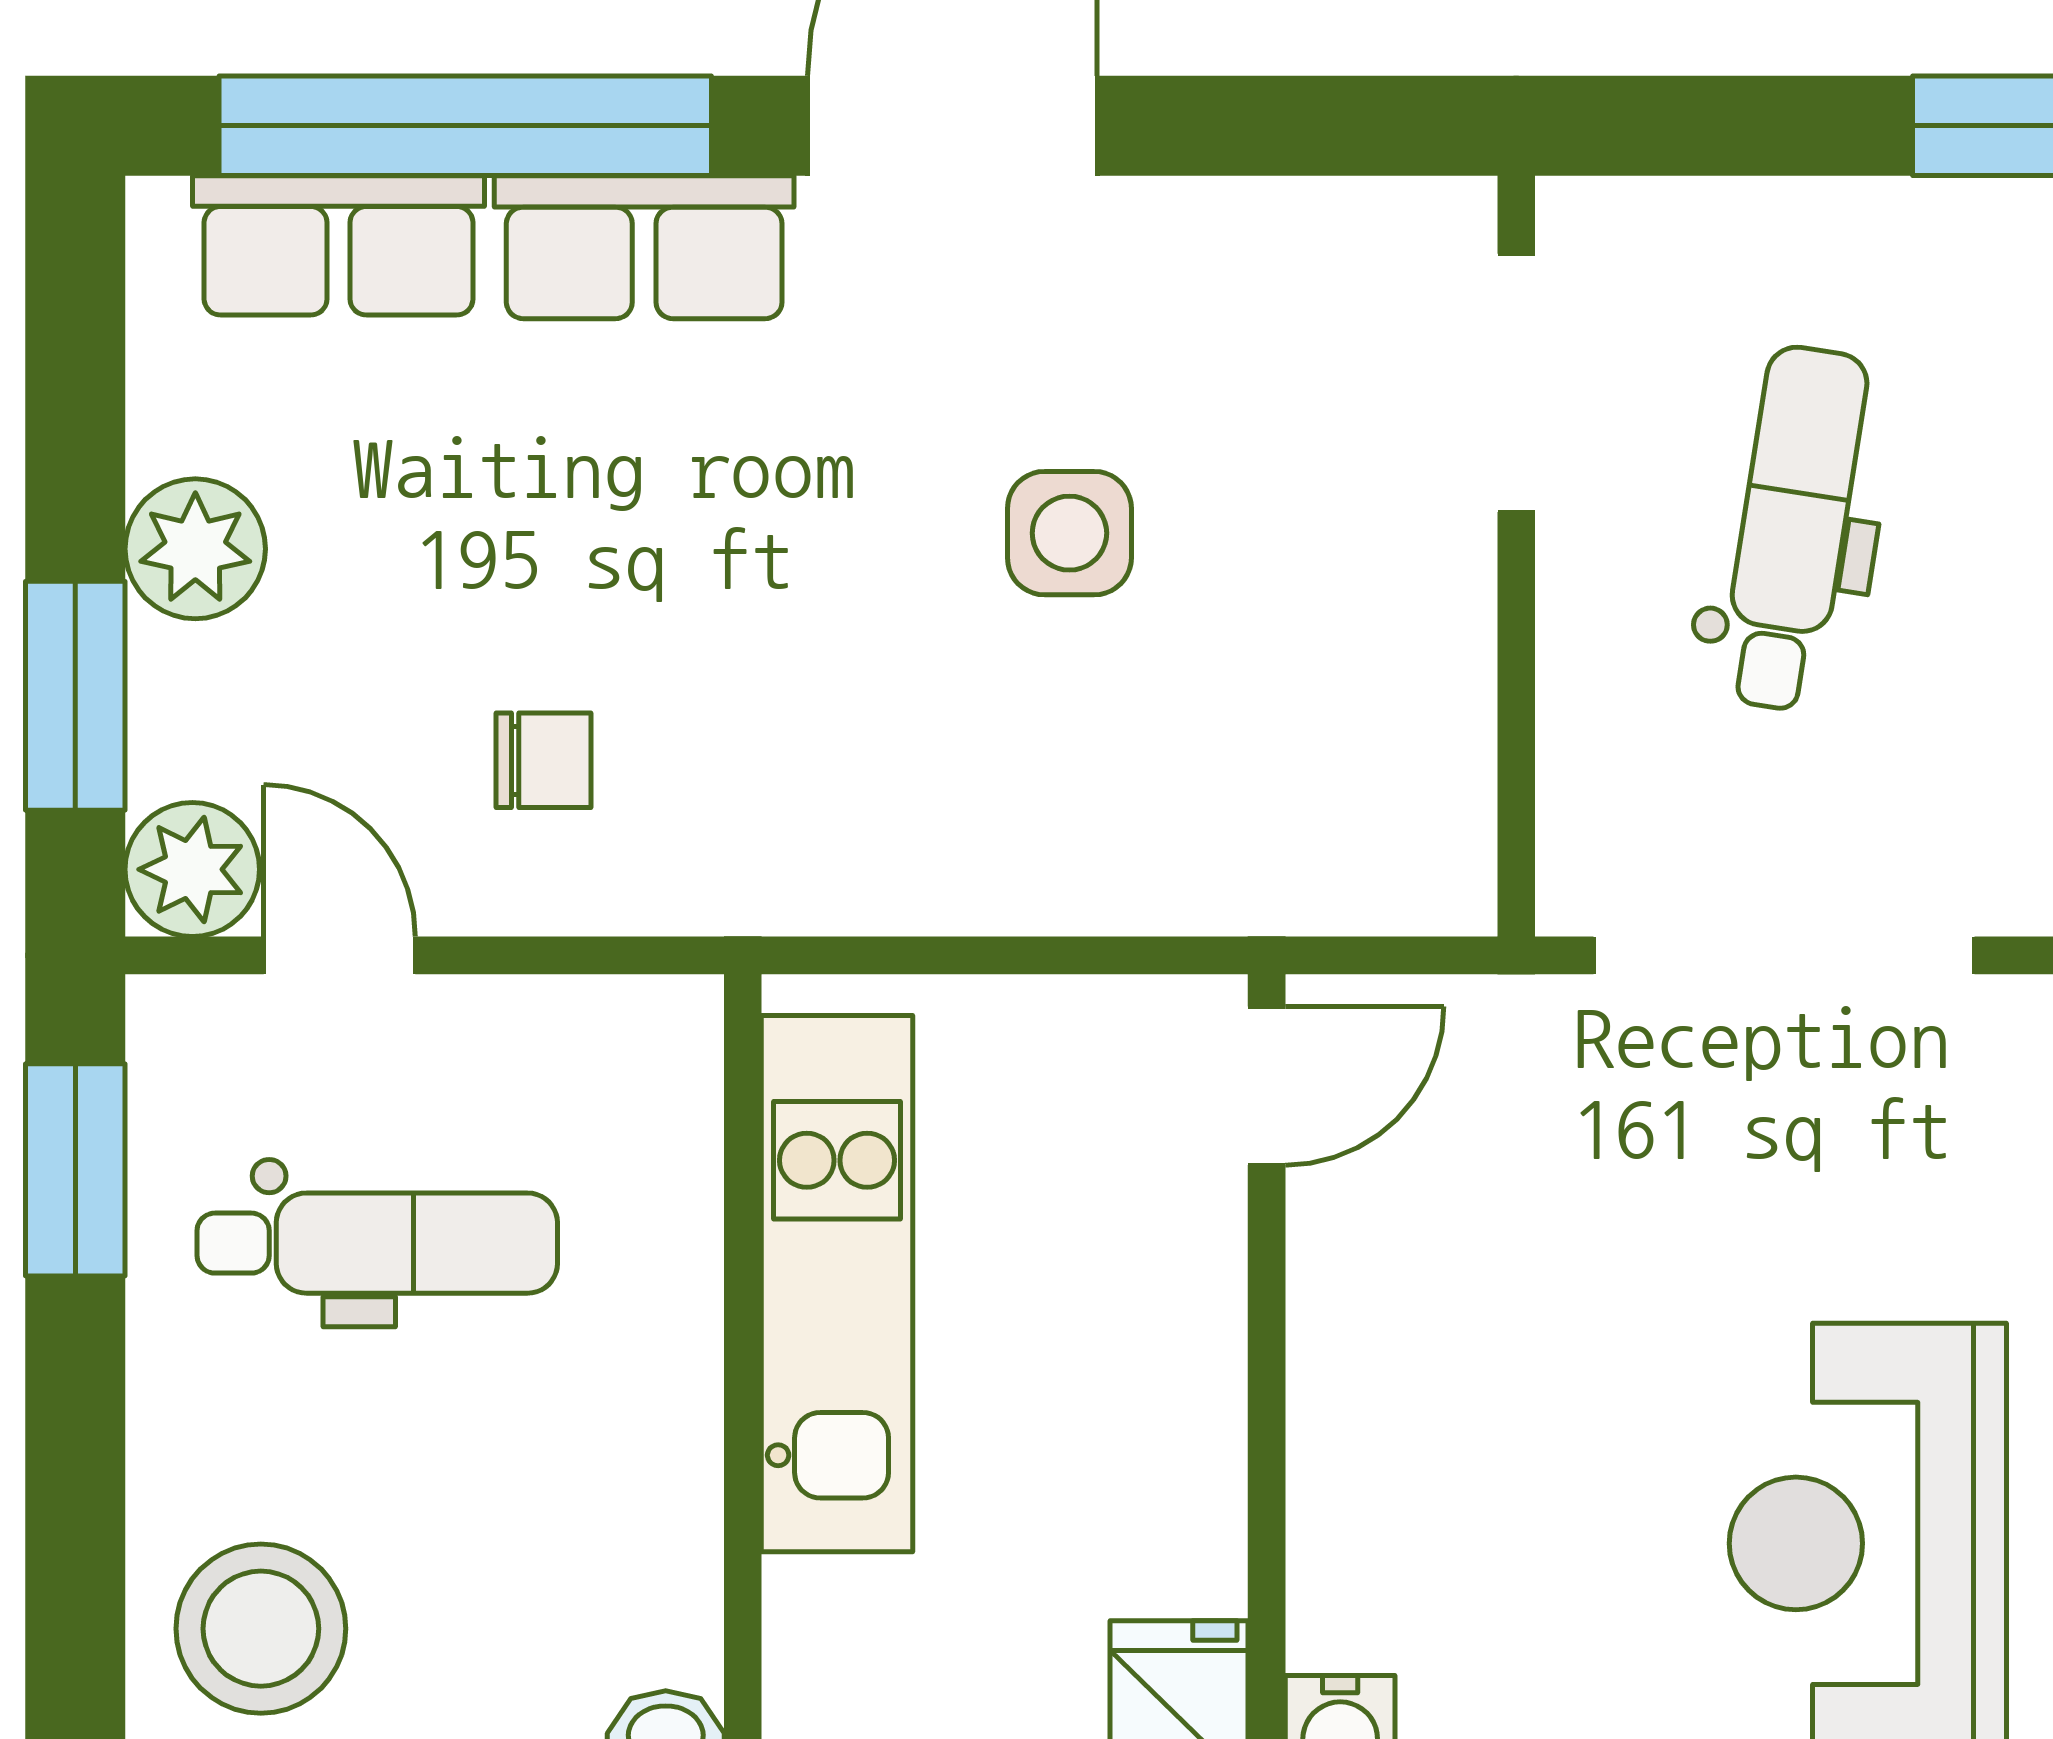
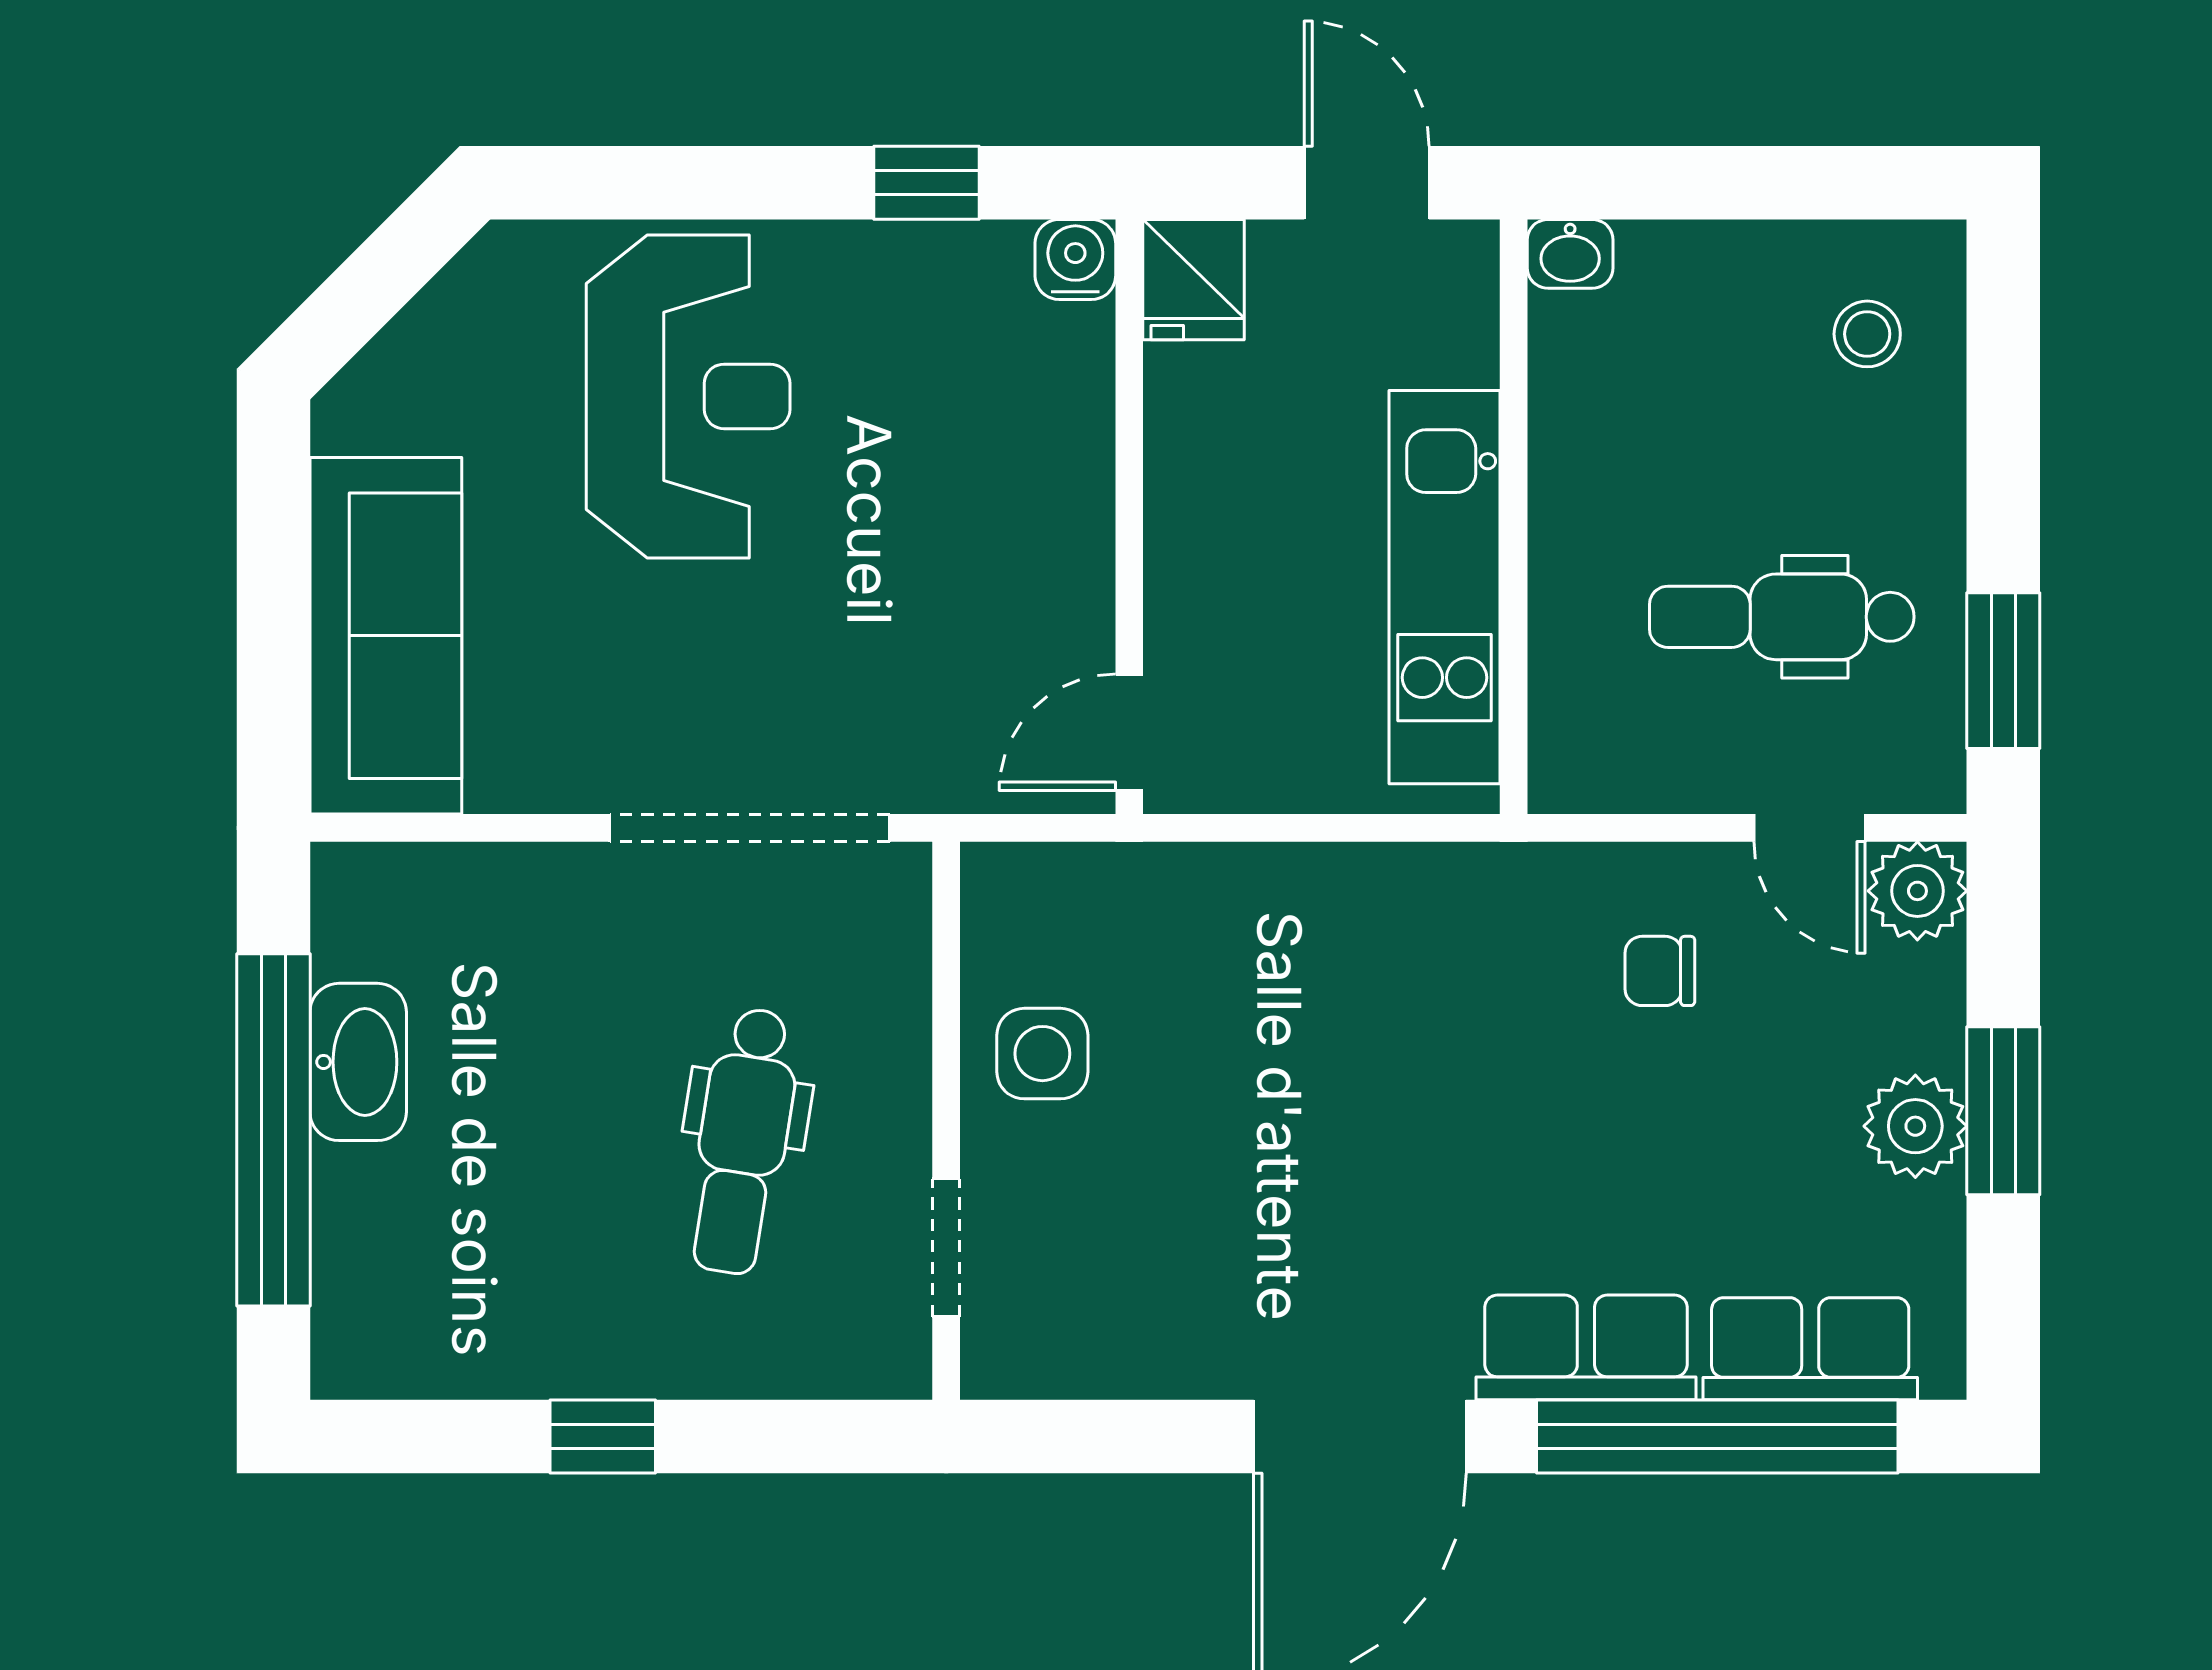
doorway: (1516, 383) -> (946, 1248), width x0.73
side table: (1069, 533) -> (1042, 1054), moved
window: (75, 696) -> (2003, 1111), moved
stool: (261, 1629) -> (1867, 334), width x0.53, depth x0.53

